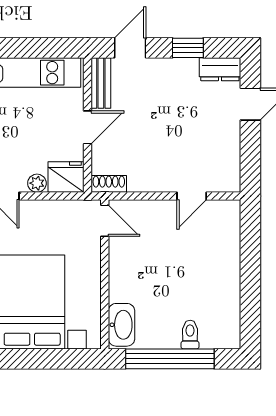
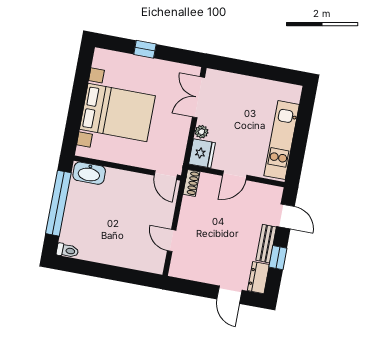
bench: (101, 83) -> (266, 244), moved, turned 90
door: (88, 127) -> (235, 175), hinge flipped
door: (105, 221) -> (166, 175), hinge flipped
toilet: (190, 335) -> (67, 251), moved

